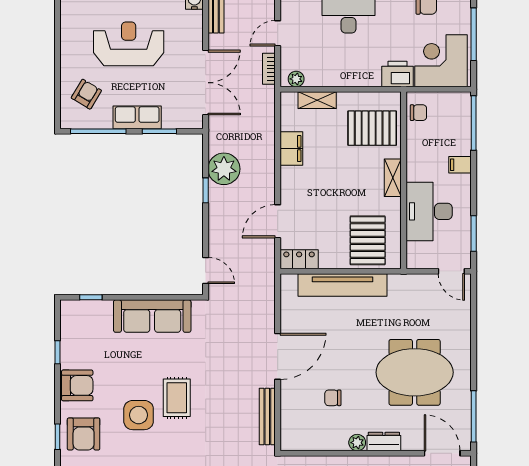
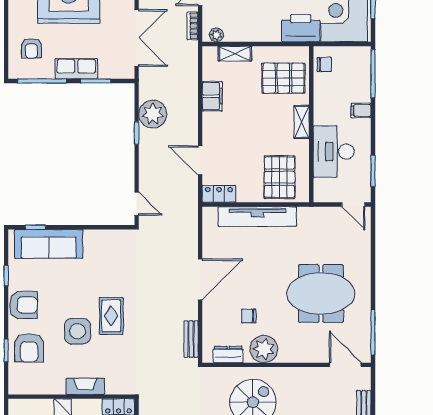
printer: (398, 74) -> (301, 28), width x1.37, depth x1.19
armchair: (86, 94) -> (31, 48), turned 149
door: (278, 221) -> (200, 160), hinge flipped
sofa: (152, 316) -> (49, 244), moved
bench: (267, 416) -> (191, 339), width x0.73
dresser: (384, 441) -> (228, 354), moved
plant: (357, 443) -> (264, 349), width x1.87, depth x1.87

